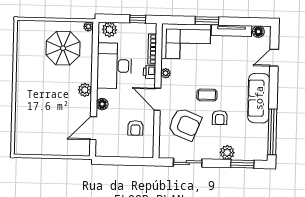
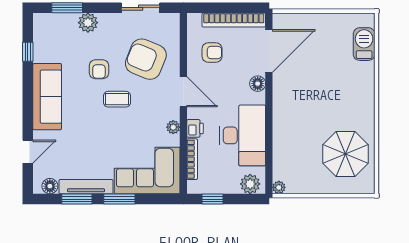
window: (239, 22) -> (77, 199), added
parasol: (63, 48) -> (346, 154), moved
plant: (85, 90) -> (281, 102), removed
armchair: (220, 118) -> (99, 69), turned 180
door: (93, 128) -> (269, 51), width x1.36
armchair: (135, 128) -> (212, 52), turned 90
barbecue: (22, 131) -> (364, 44), added
window: (272, 132) -> (28, 52), width x0.32
bookcase: (119, 152) -> (234, 20), added

